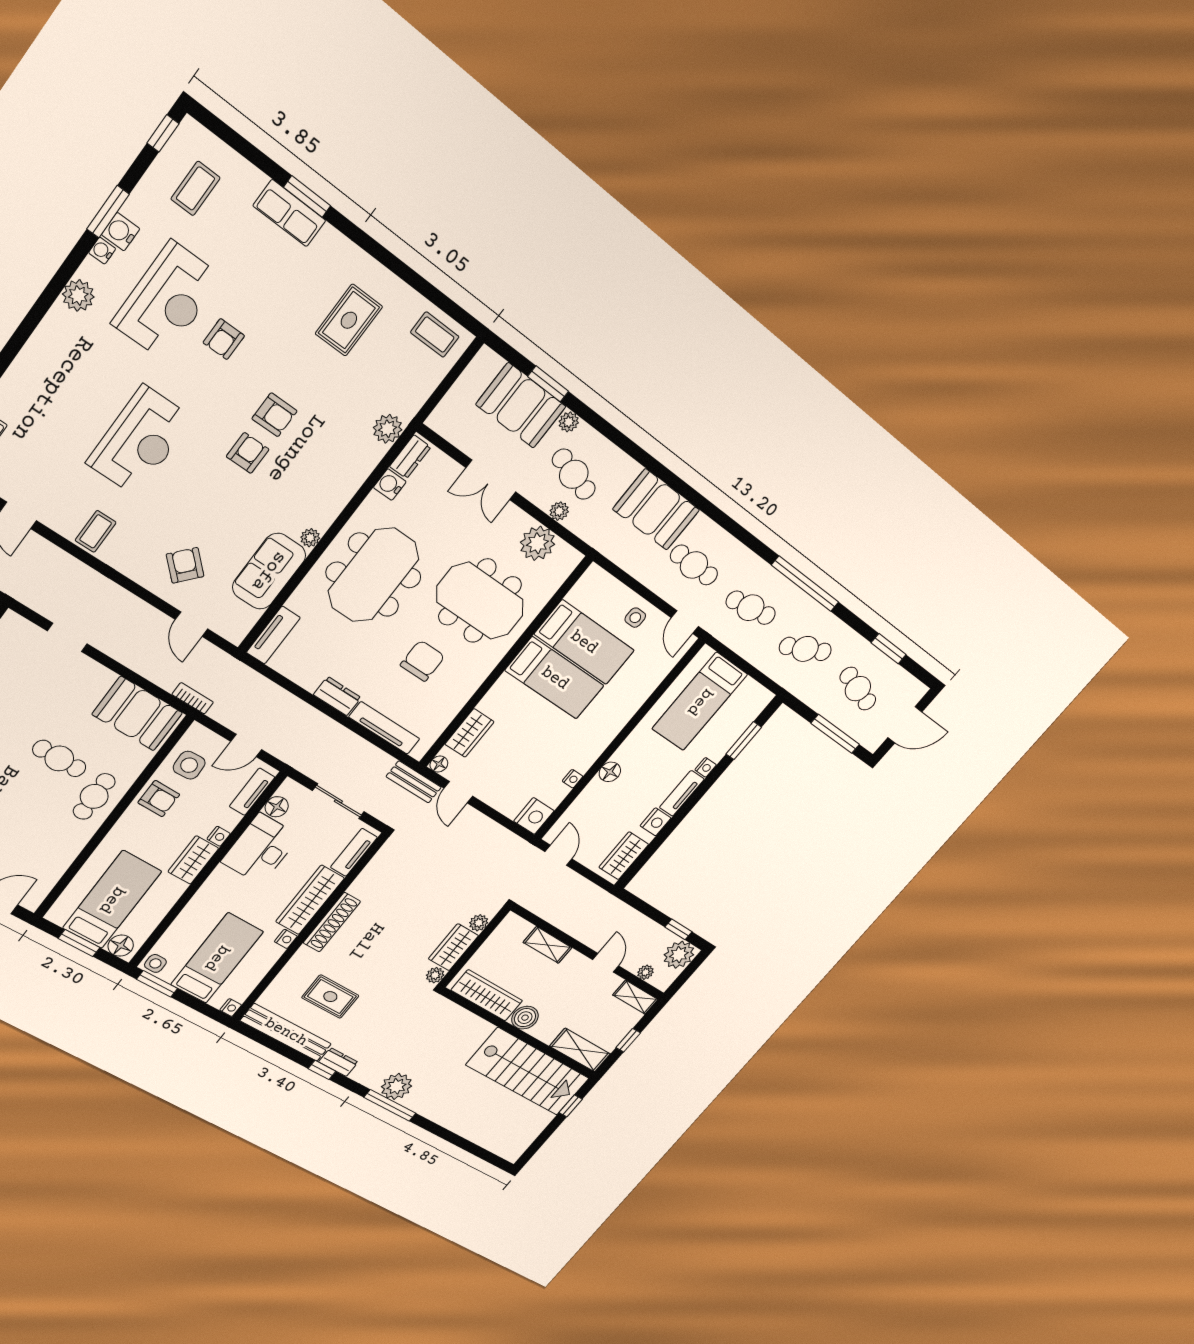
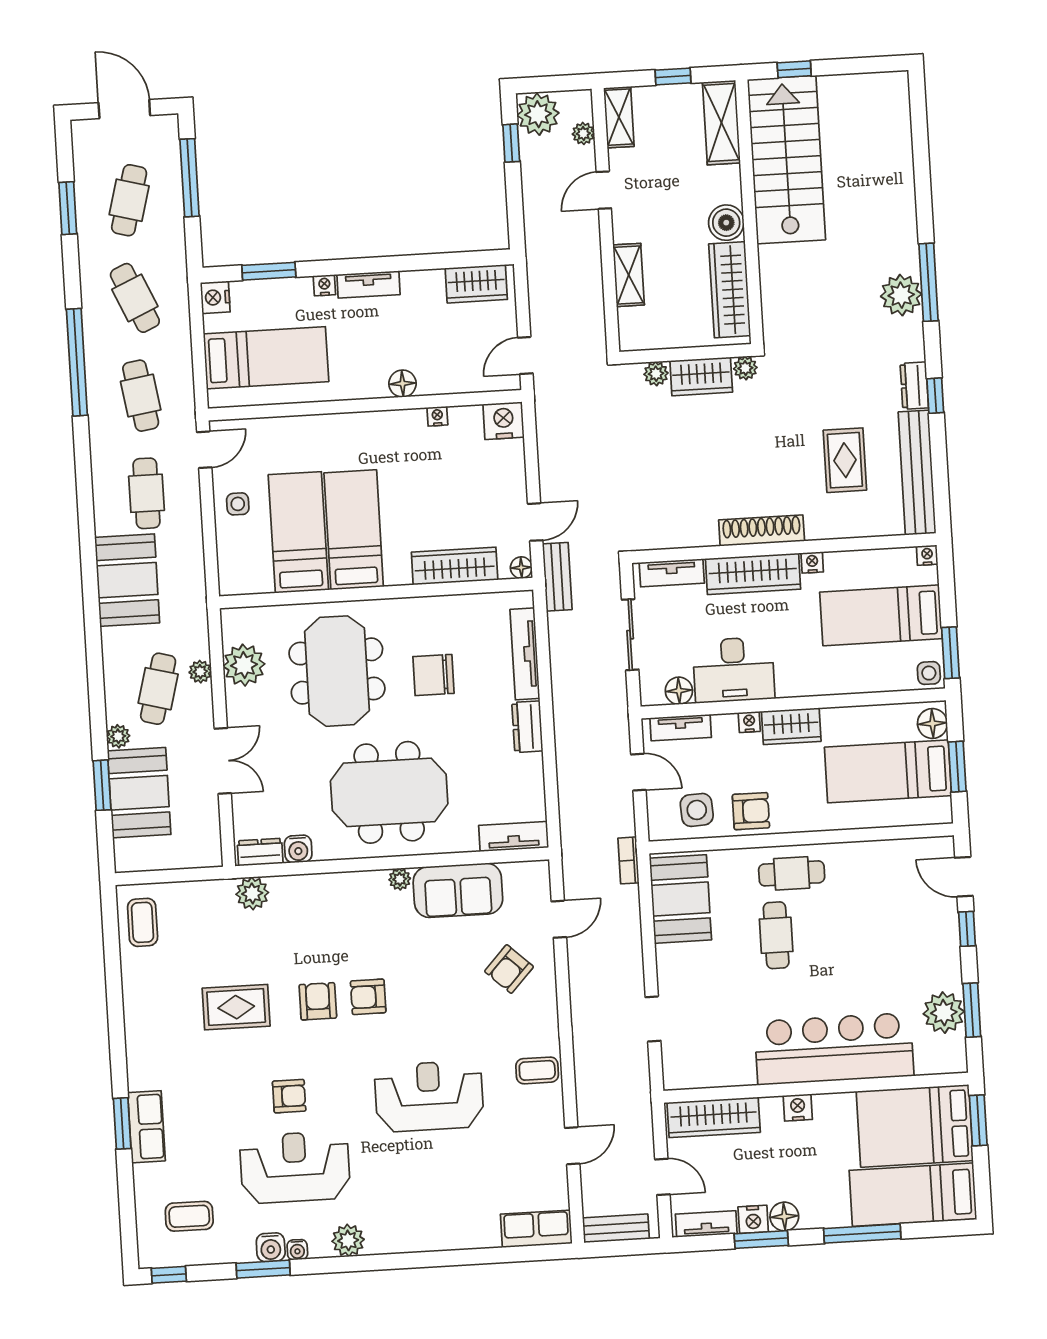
rug: (349, 320) -> (236, 1007), moved
wardrobe: (469, 733) -> (455, 566), width x1.50
armchair: (159, 799) -> (751, 811), turned 90
nightstand: (656, 822) -> (215, 297), moved, turned -90

